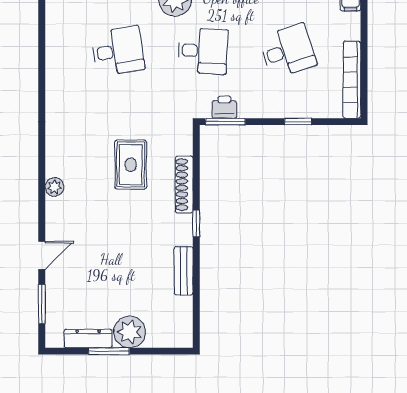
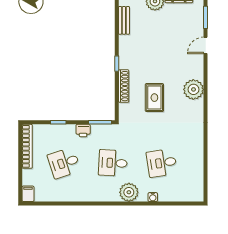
printer: (224, 107) -> (83, 131), moved
plant: (54, 187) -> (193, 89), width x1.87, depth x1.87
bench: (184, 271) -> (124, 20), moved

